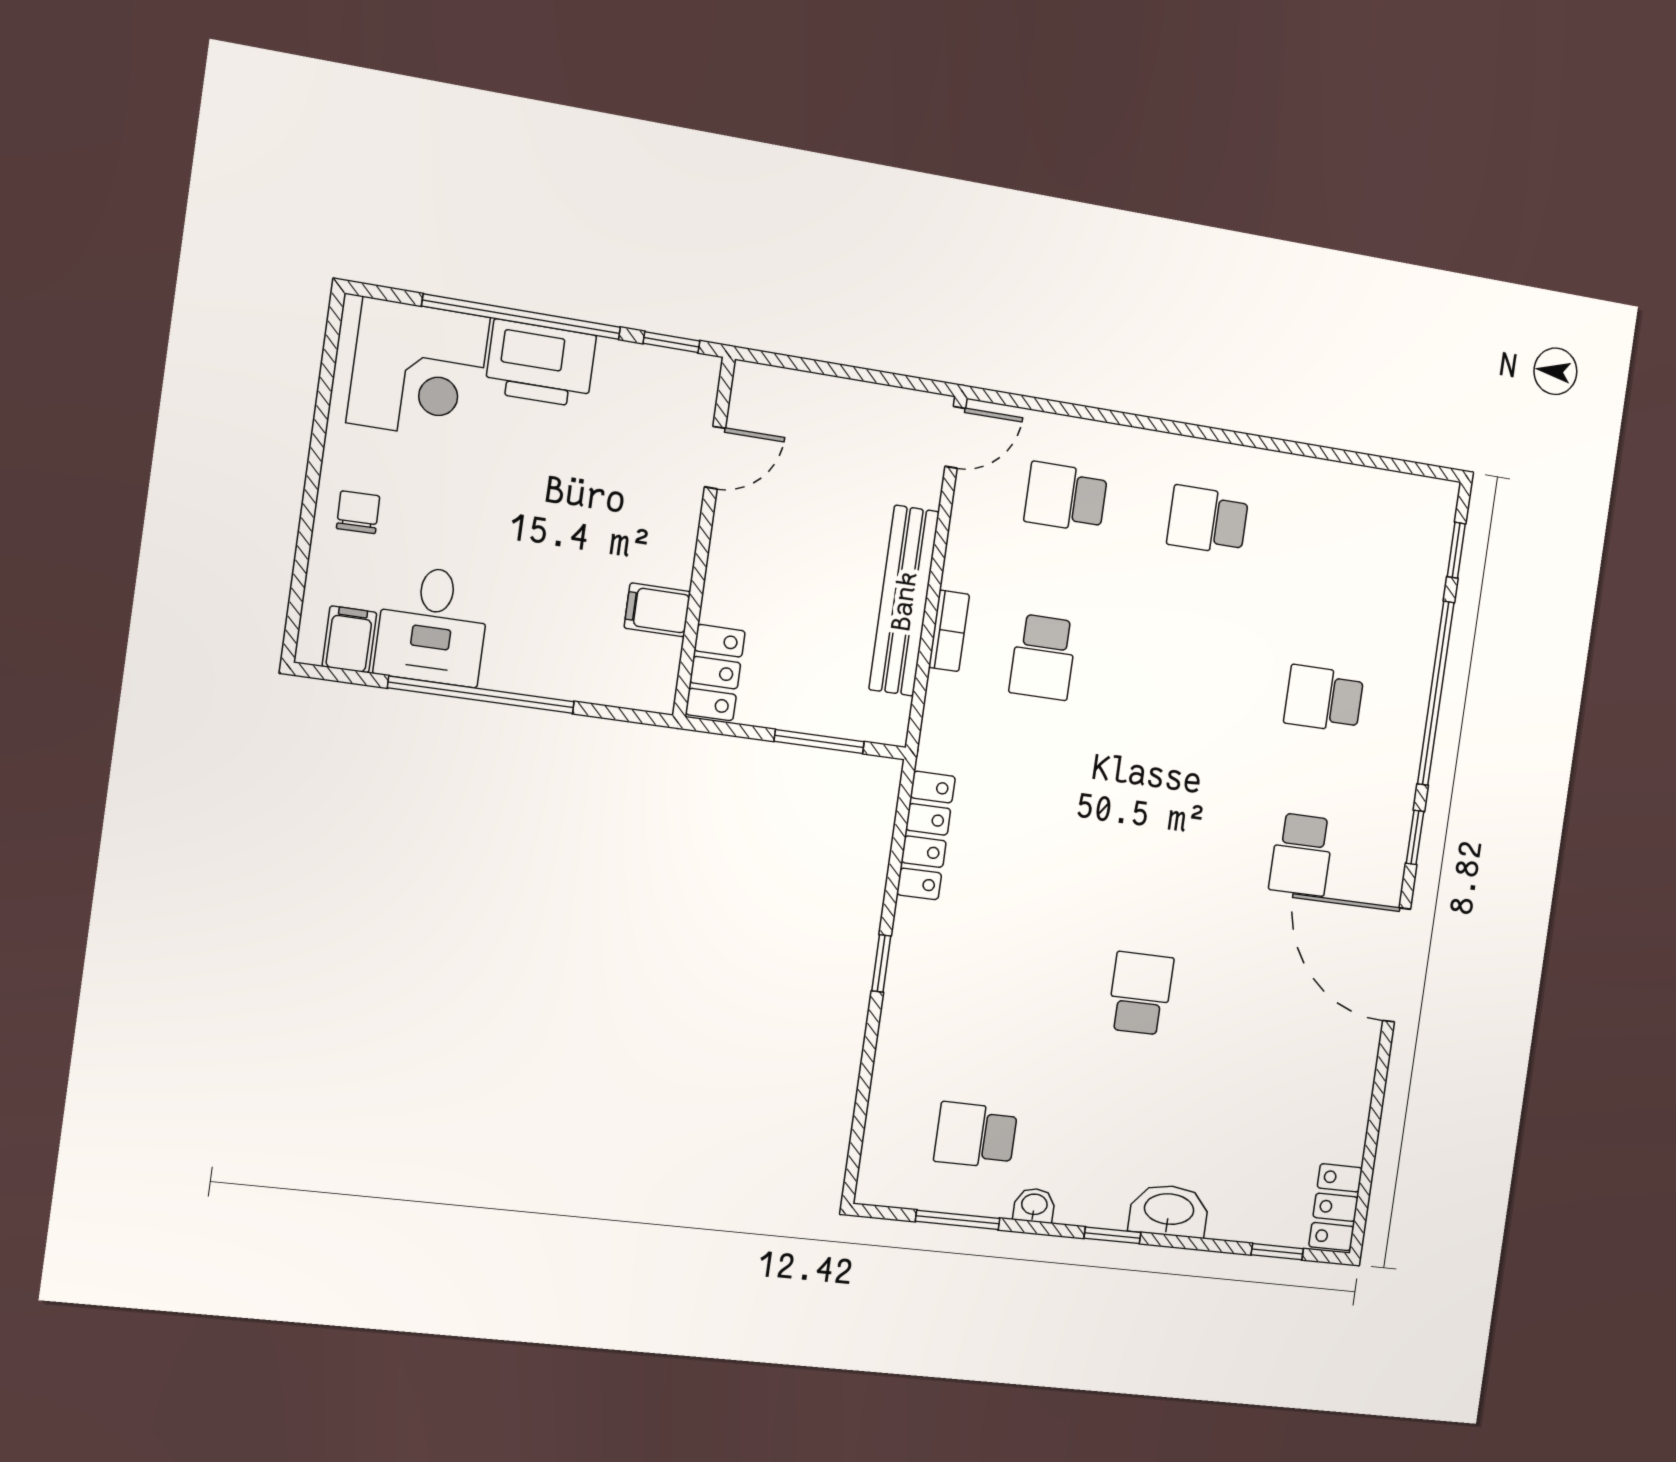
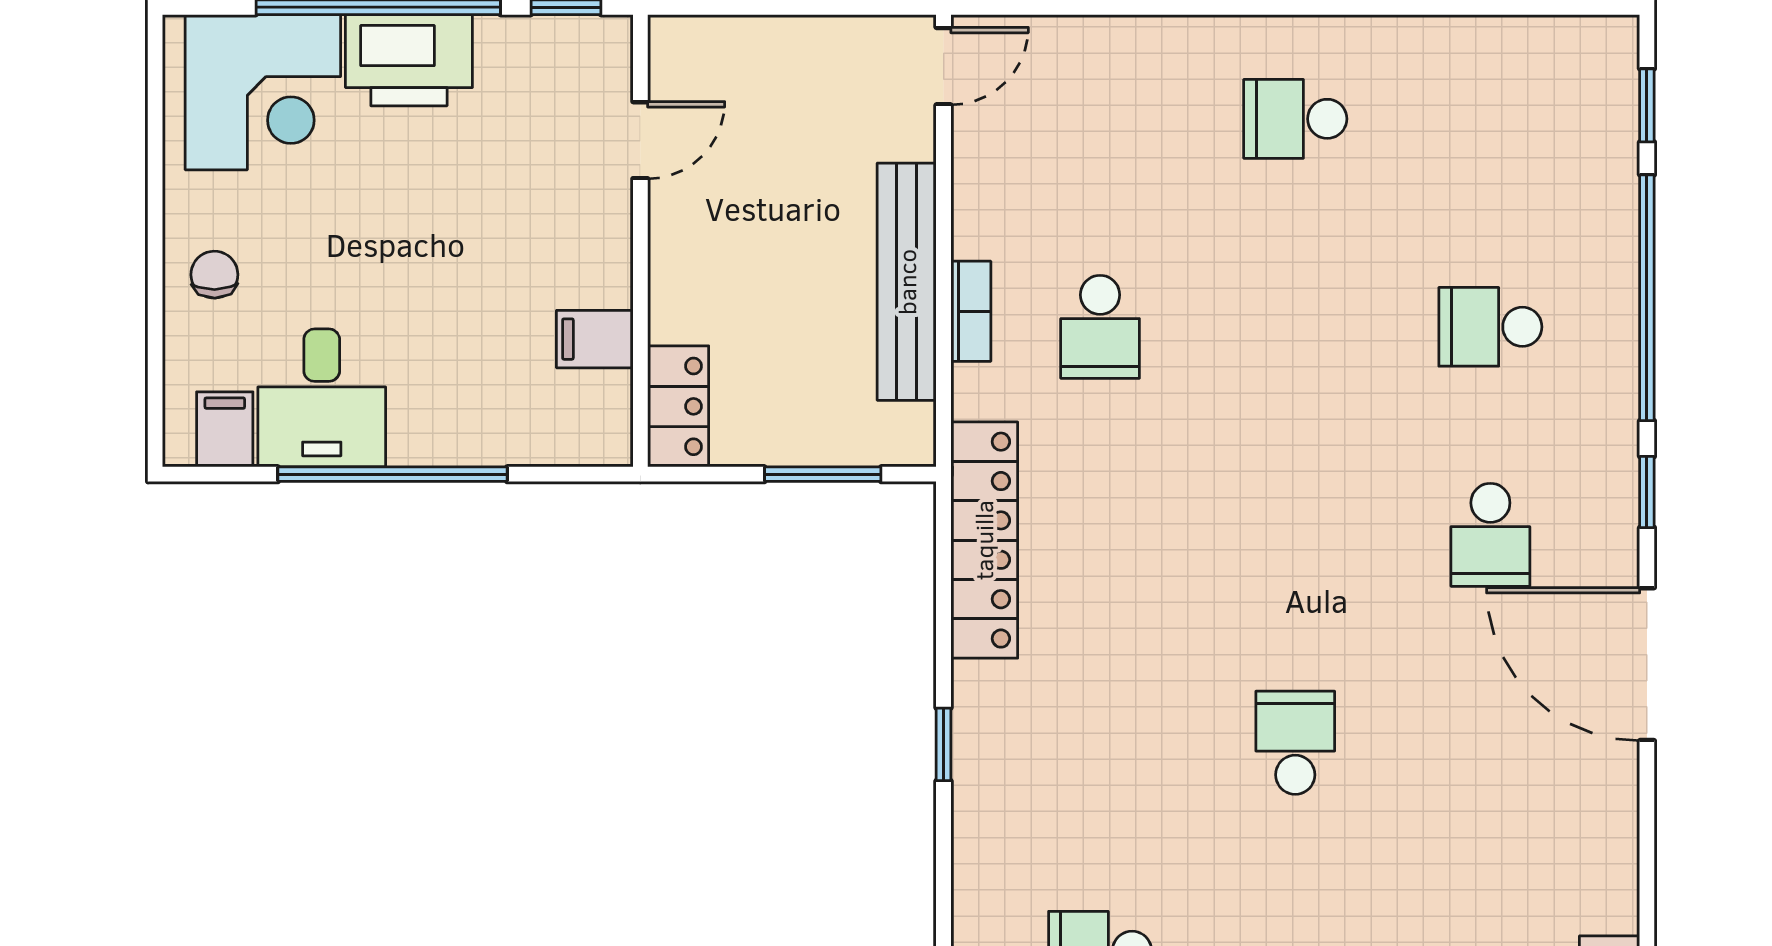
school desk: (1066, 497) -> (1100, 119), removed
locker: (926, 835) -> (984, 540), width x1.41, depth x1.21

